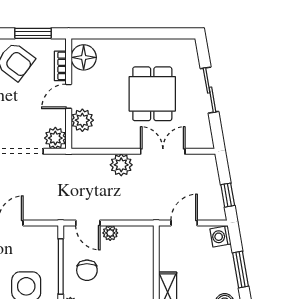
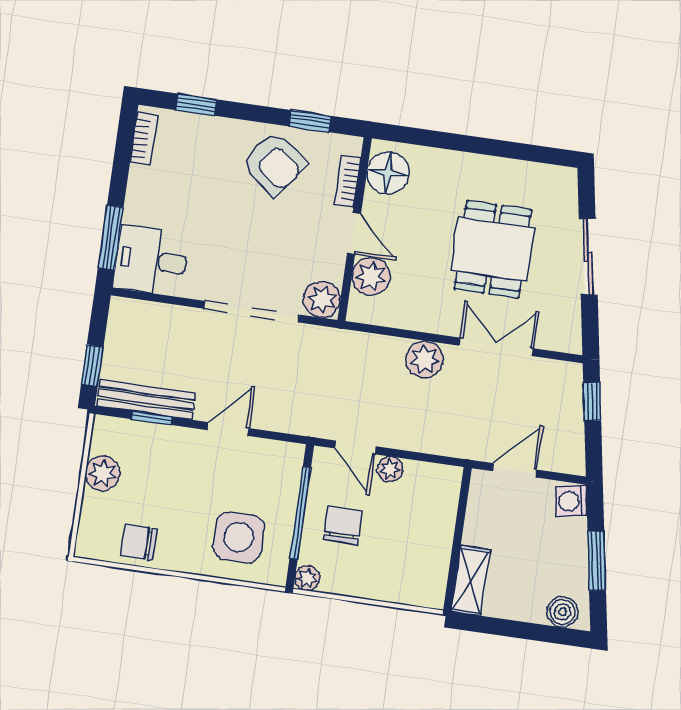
window: (33, 33) -> (310, 121), width x0.67
door: (69, 96) -> (354, 234), swing flipped
window: (228, 195) -> (592, 402), moved
chair: (87, 270) -> (343, 525), turned 180

